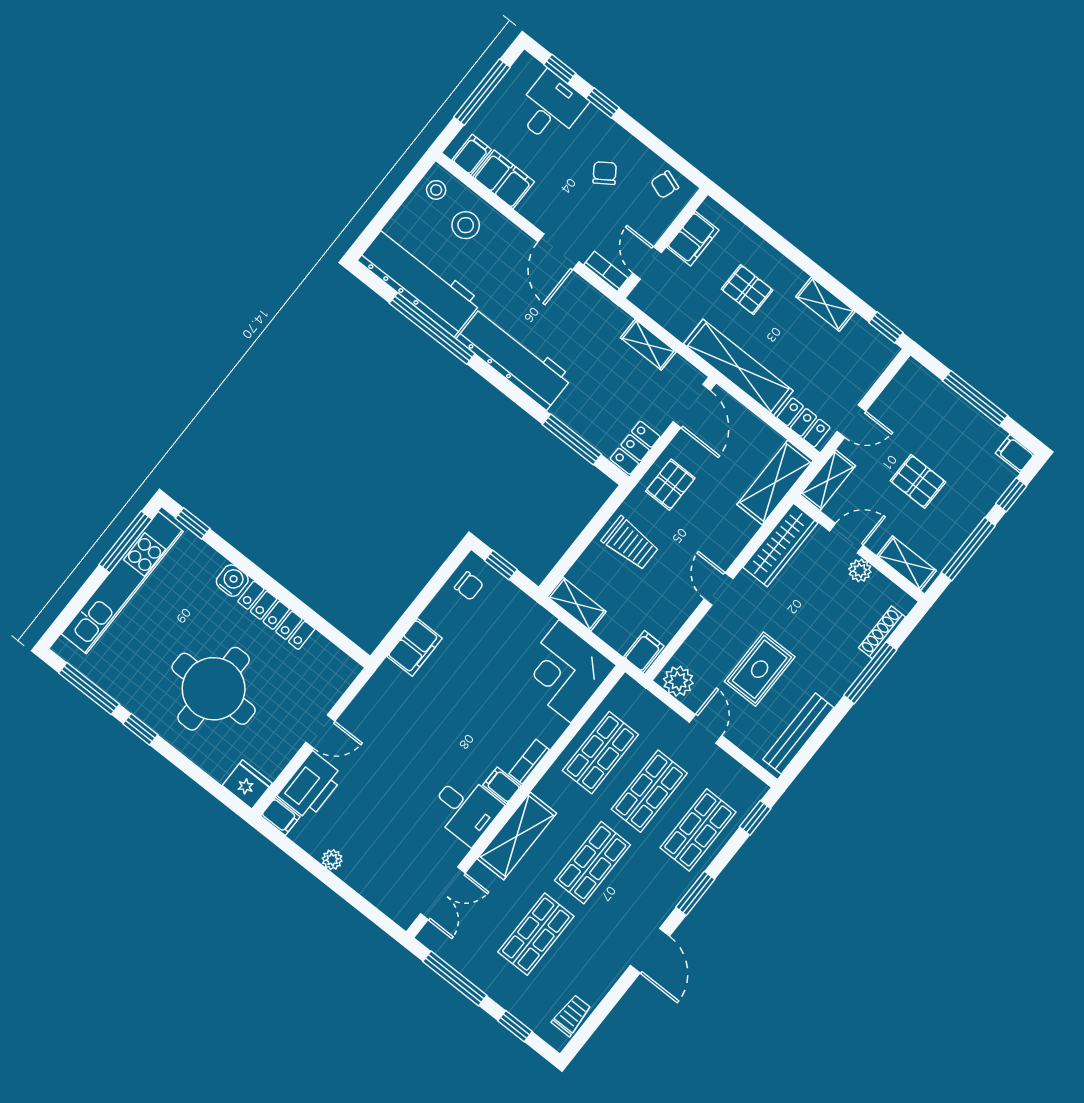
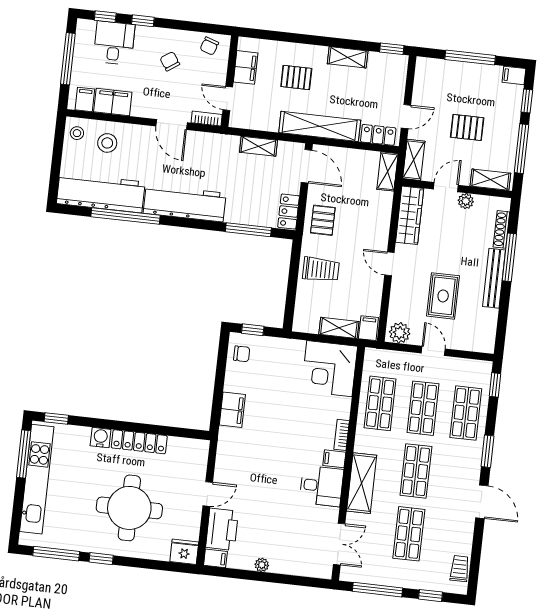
shelving: (775, 482) -> (387, 171), width x0.67, depth x0.75
shelving: (577, 604) -> (339, 328), moved
bench: (798, 733) -> (494, 278), moved

